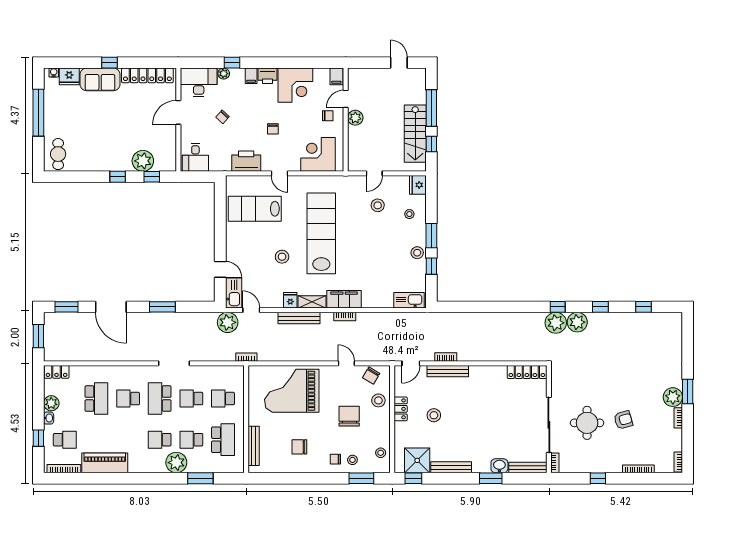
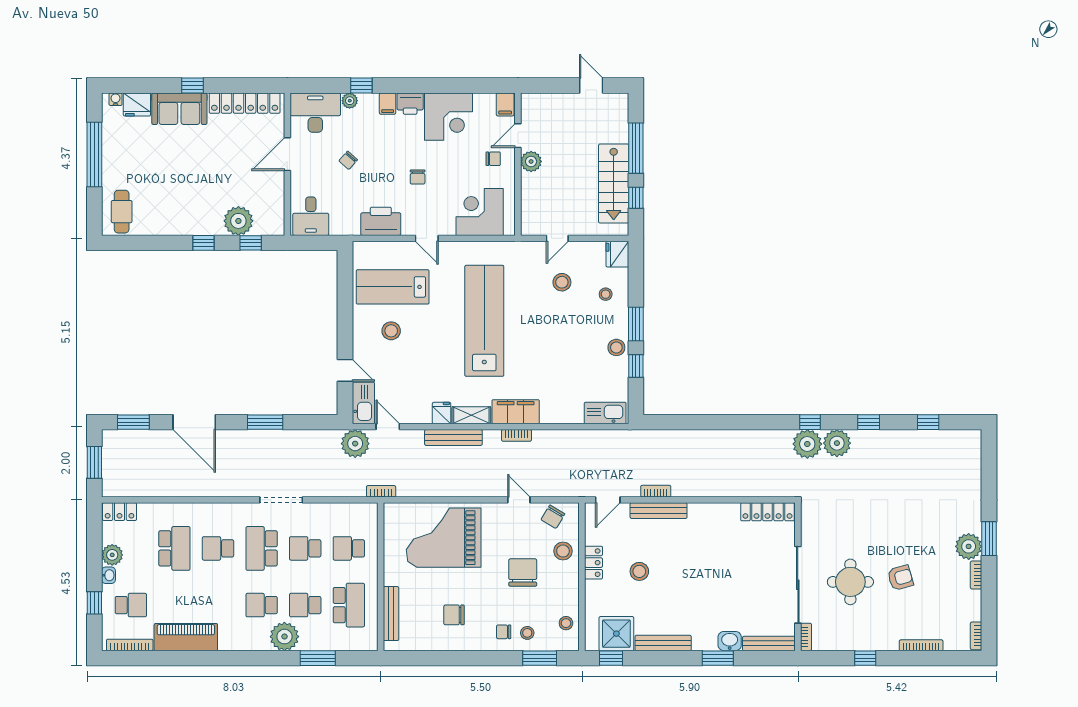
stool: (282, 257) -> (391, 331), moved

